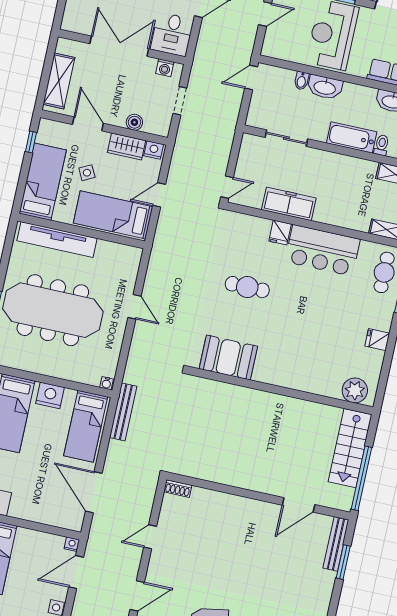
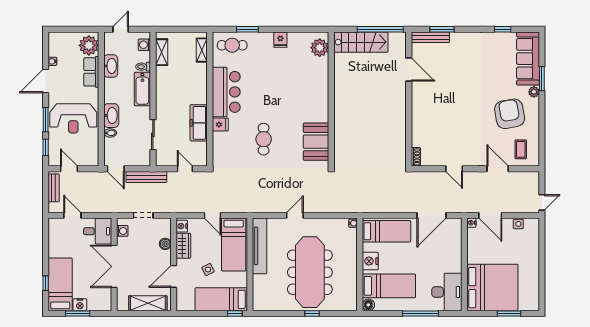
window: (31, 142) -> (235, 314), moved
door: (227, 187) -> (185, 169), moved
tv unit: (57, 239) -> (260, 246), moved
bench: (123, 412) -> (146, 177), moved

